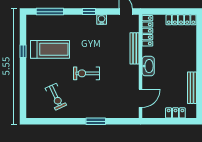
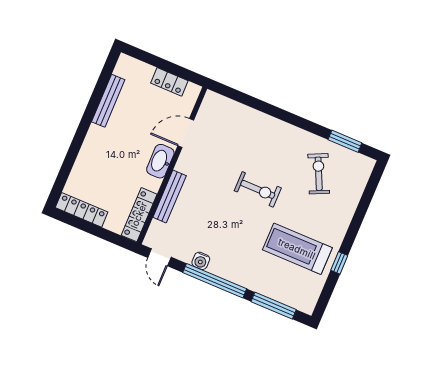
window: (89, 12) -> (215, 281), width x3.17
door: (141, 98) -> (186, 133), moved
locker: (175, 113) -> (169, 82), moved
window: (96, 121) -> (345, 141), moved

